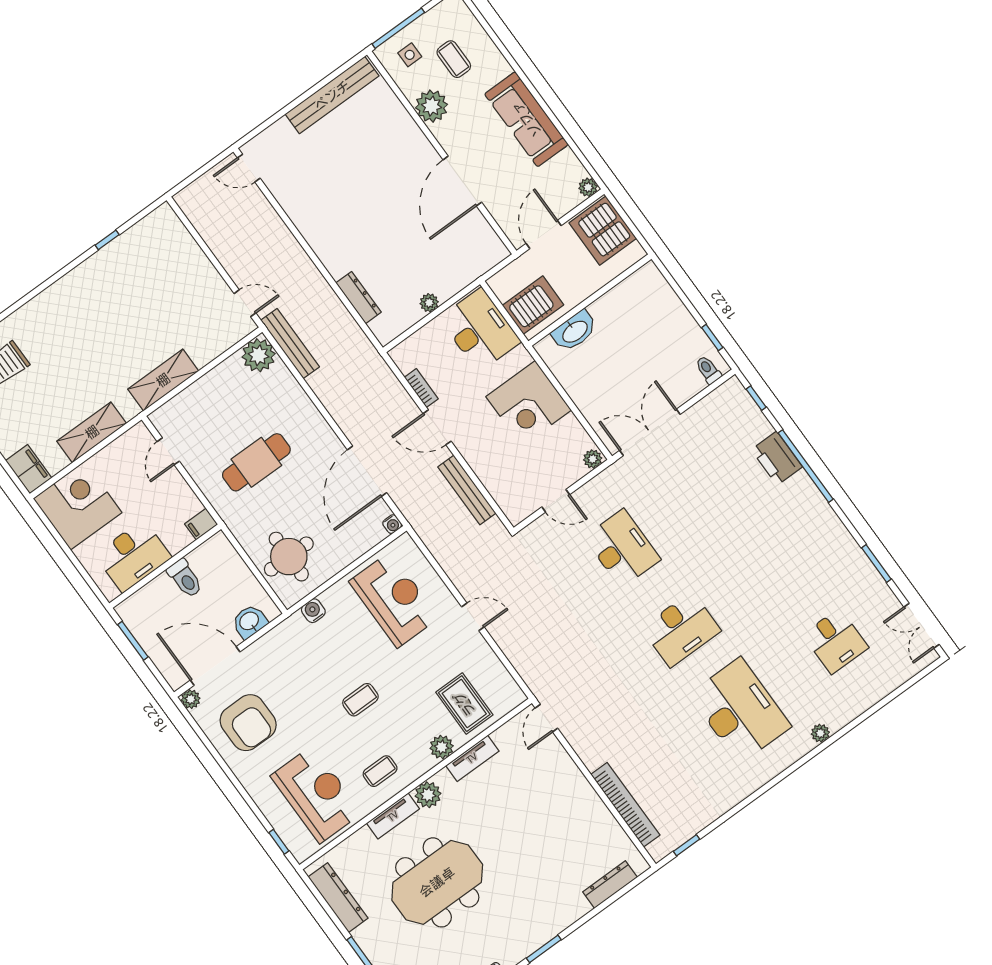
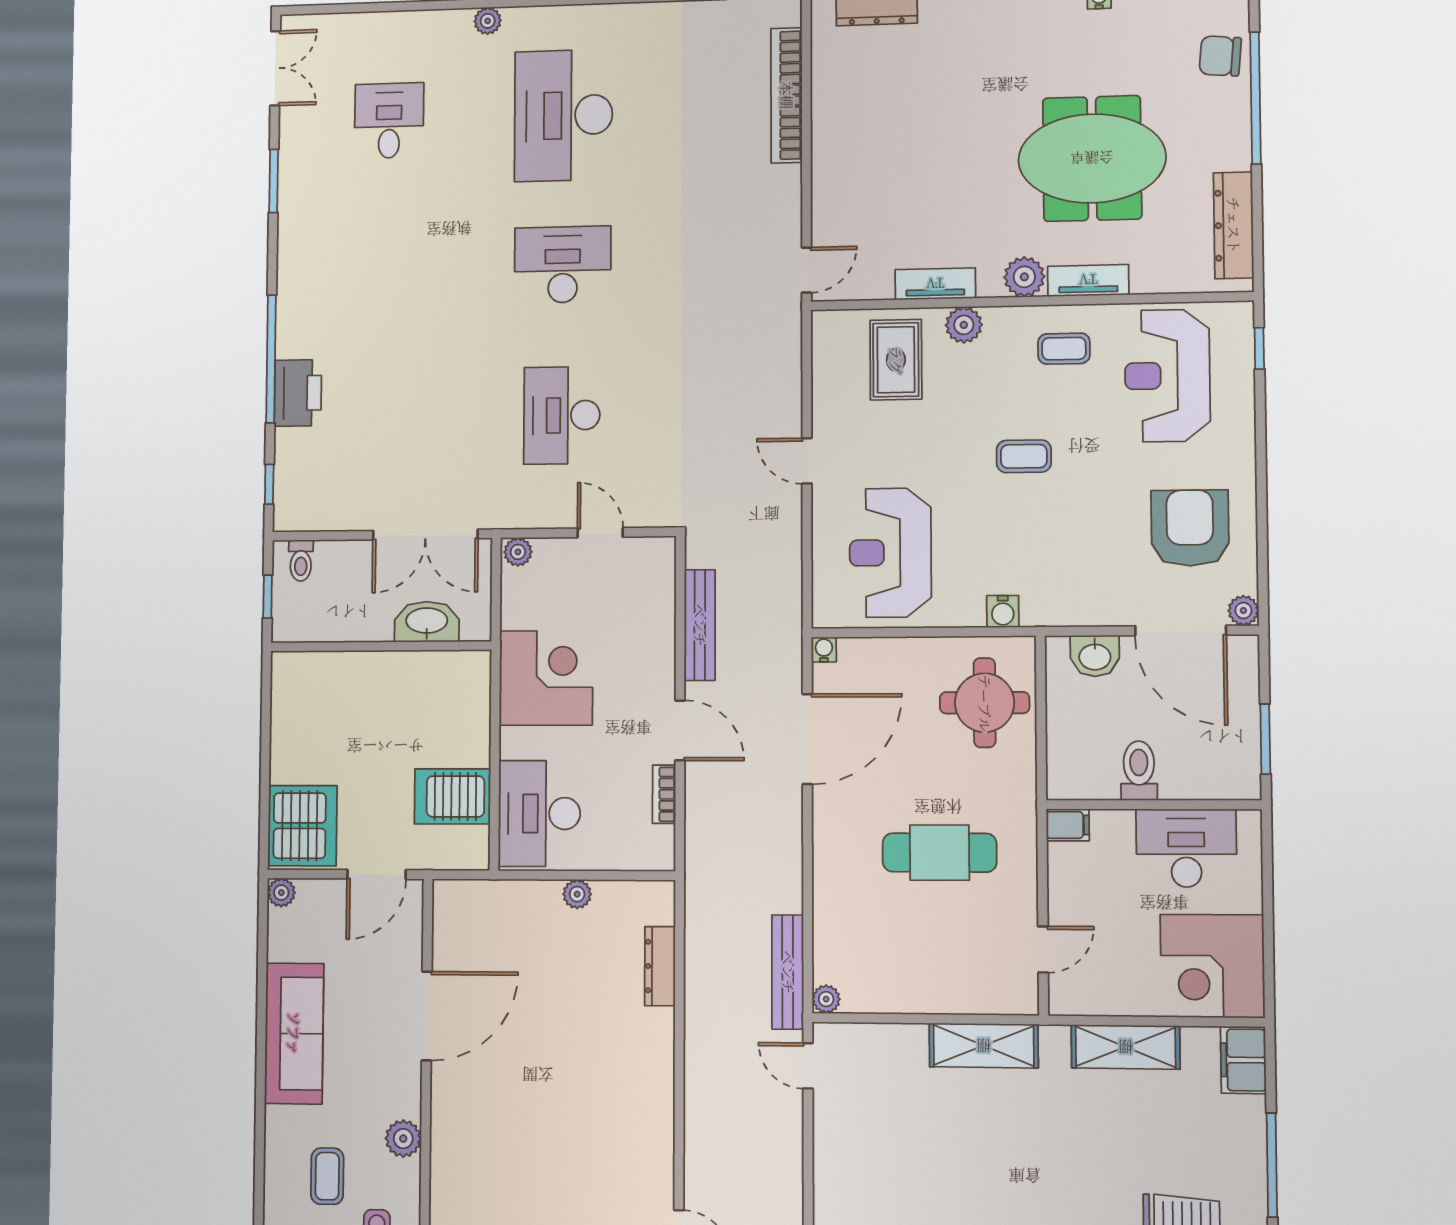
plant: (431, 106) -> (403, 1139), width x0.73, depth x0.73
wall: (590, 300) -> (381, 646), moved
washbasin: (574, 331) -> (427, 622), moved
plant: (259, 355) -> (826, 999), width x0.53, depth x0.53

